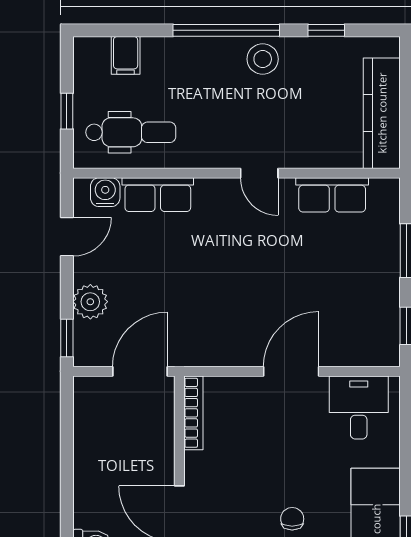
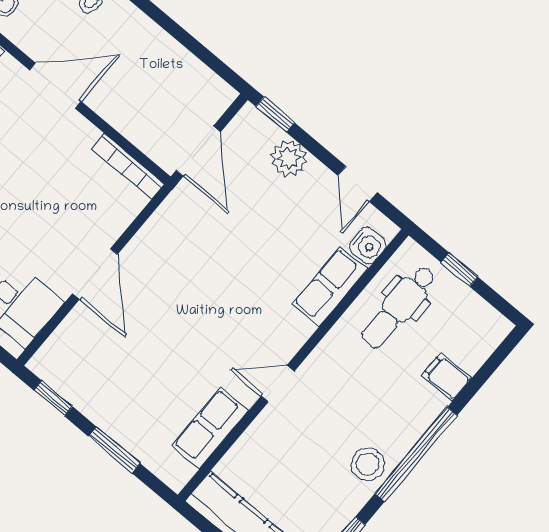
filing cabinet: (126, 55) -> (446, 377), moved

